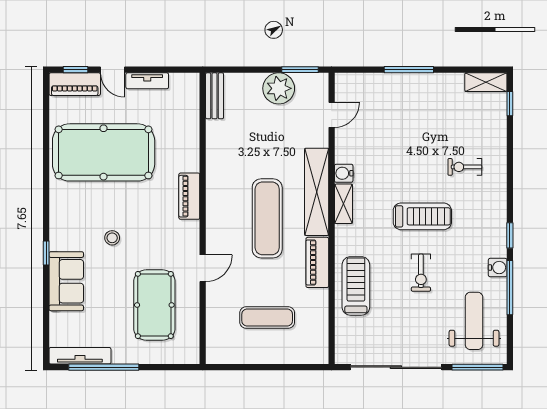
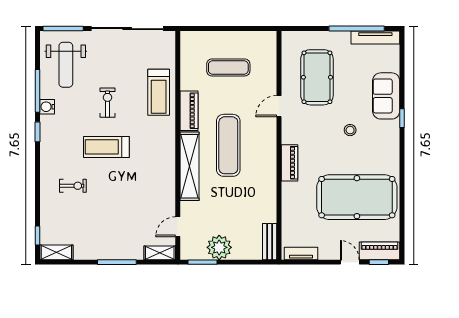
tv unit: (147, 81) -> (301, 253), moved
water cooler: (344, 173) -> (168, 181), removed
shelving: (343, 204) -> (160, 253), moved, turned 90

